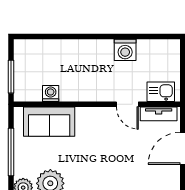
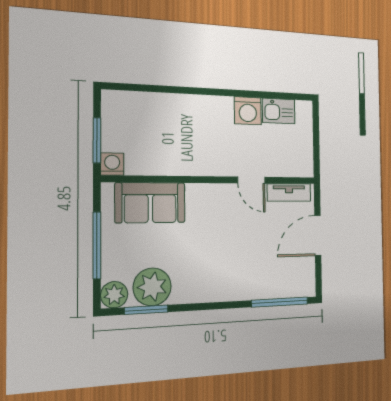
kitchen sink: (161, 92) -> (279, 111), moved, turned 180
washing machine: (51, 94) -> (112, 164), moved

